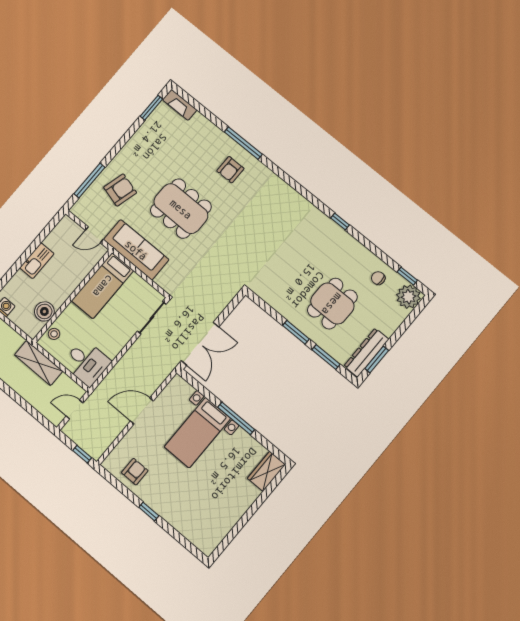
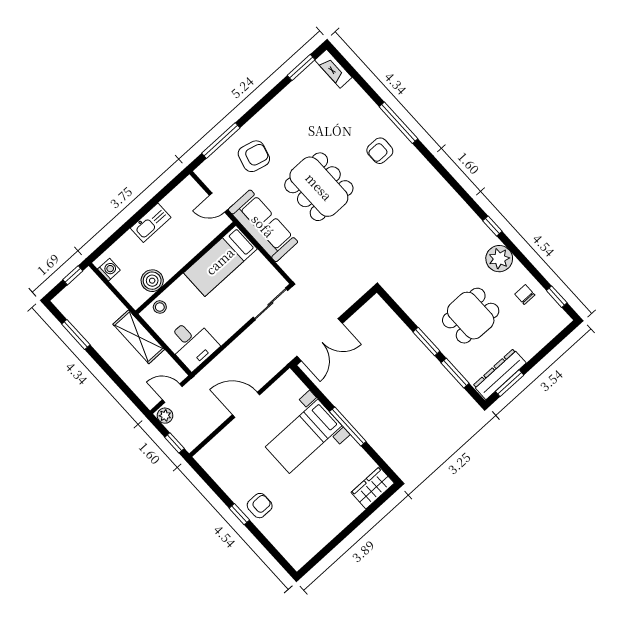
plant: (408, 297) -> (499, 259), moved
plant: (71, 431) -> (165, 416), added
armchair: (135, 472) -> (260, 506), moved

